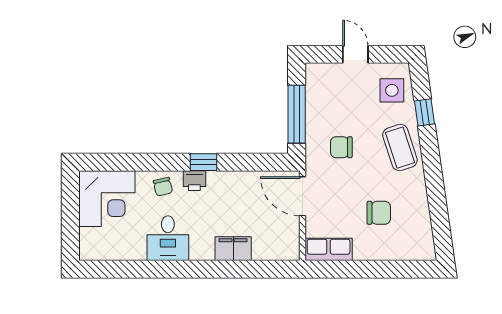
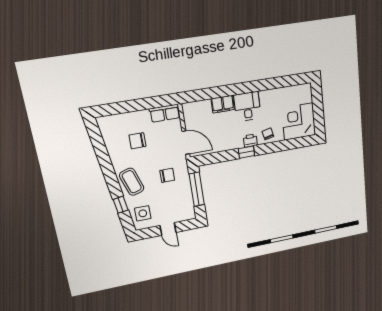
desk: (168, 238) -> (247, 107), moved

